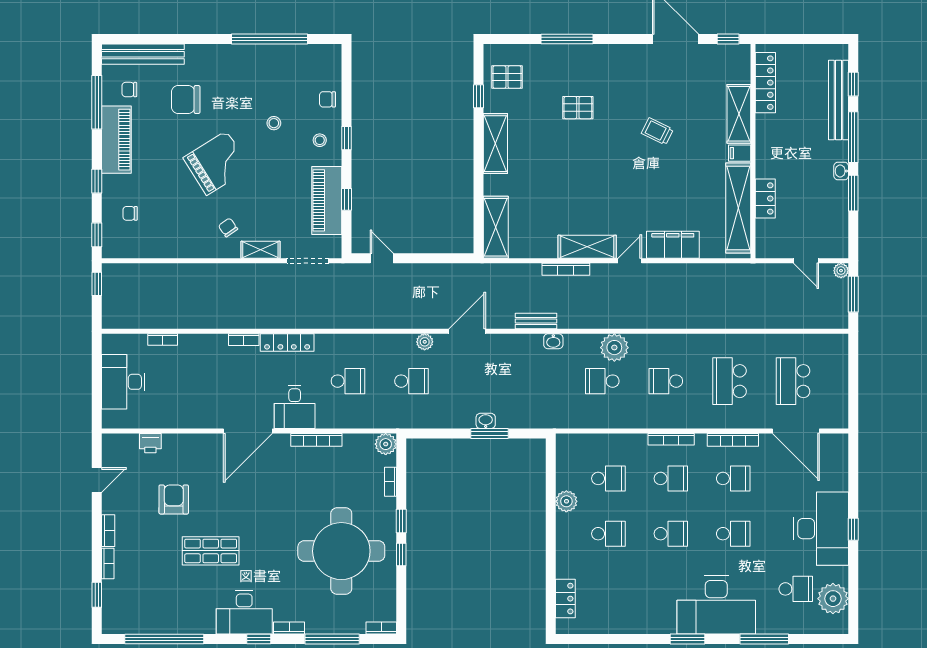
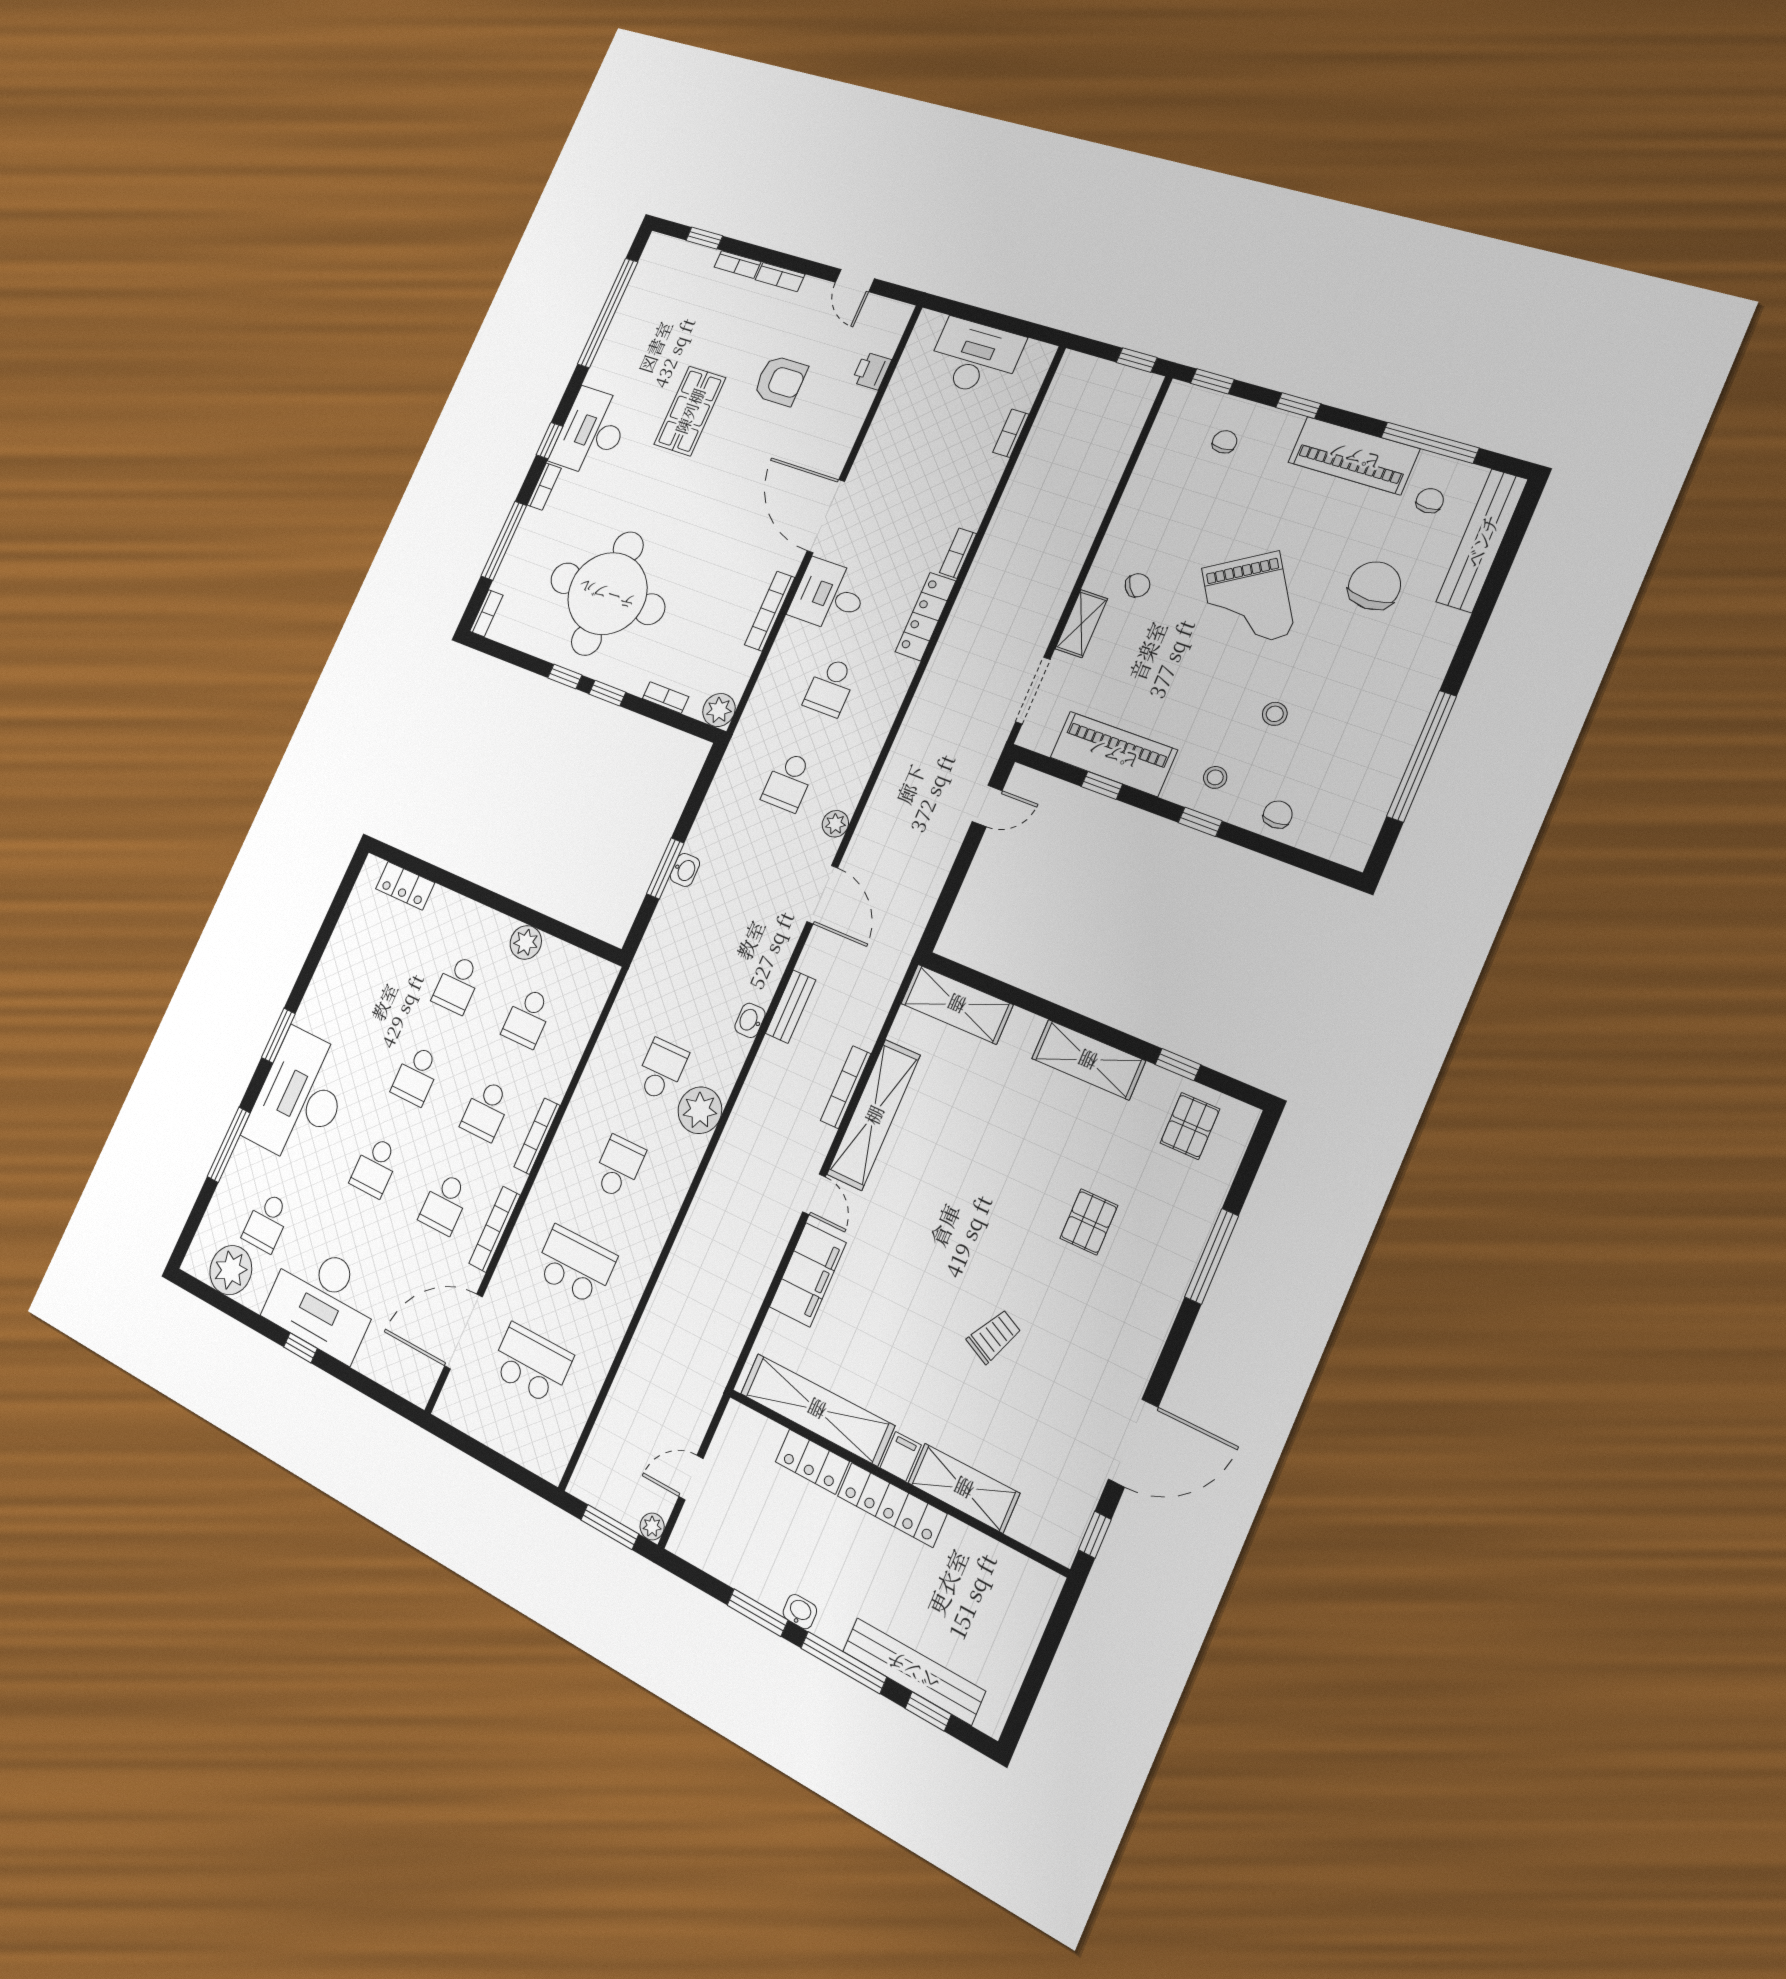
locker: (765, 83) -> (892, 1505), moved
shelving: (587, 247) -> (874, 1115), width x1.47

